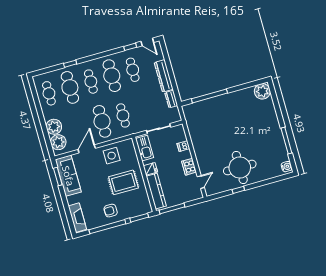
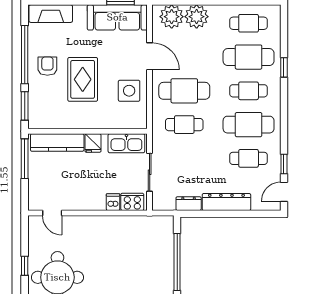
cooker: (189, 167) -> (132, 202), moved
rug: (123, 182) -> (83, 79), moved

